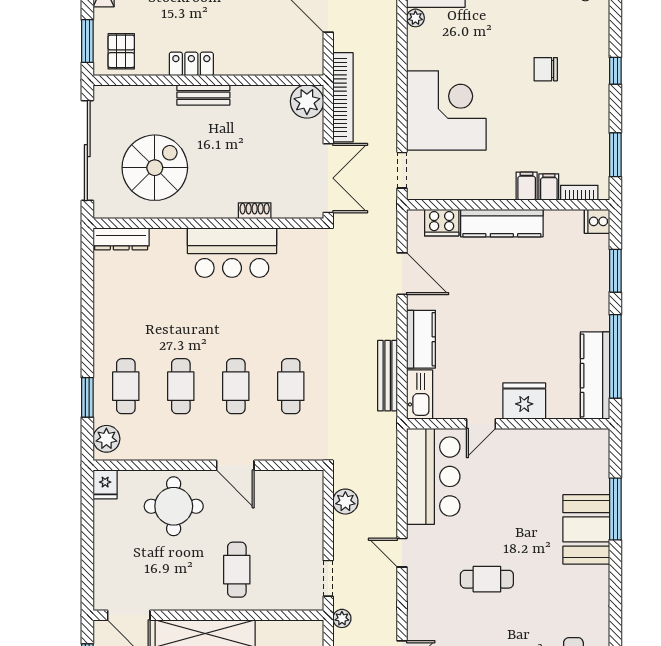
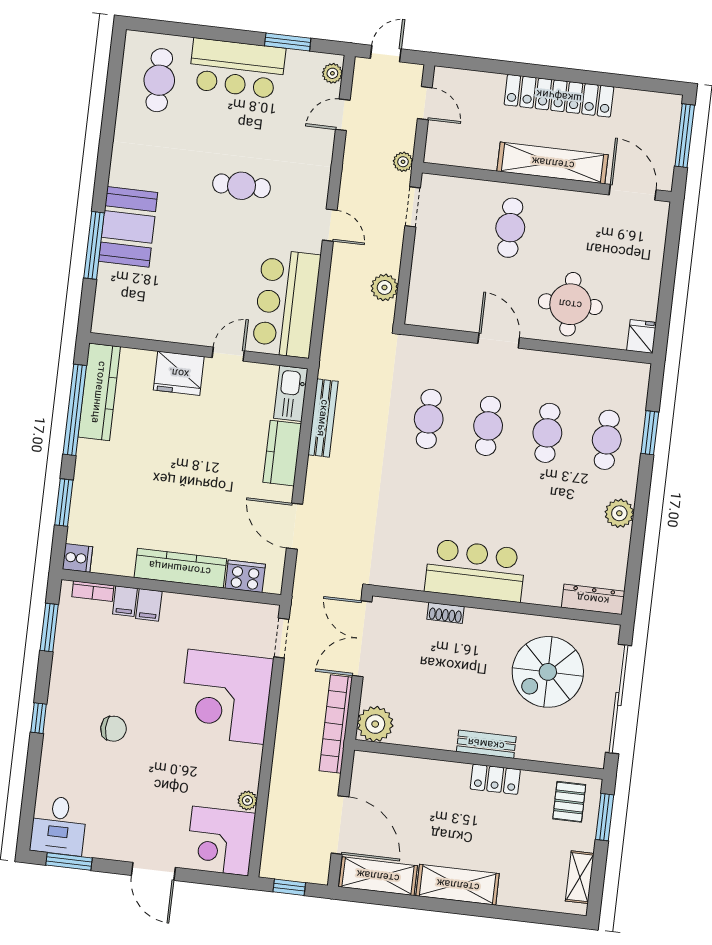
plant: (106, 439) -> (619, 513), moved

